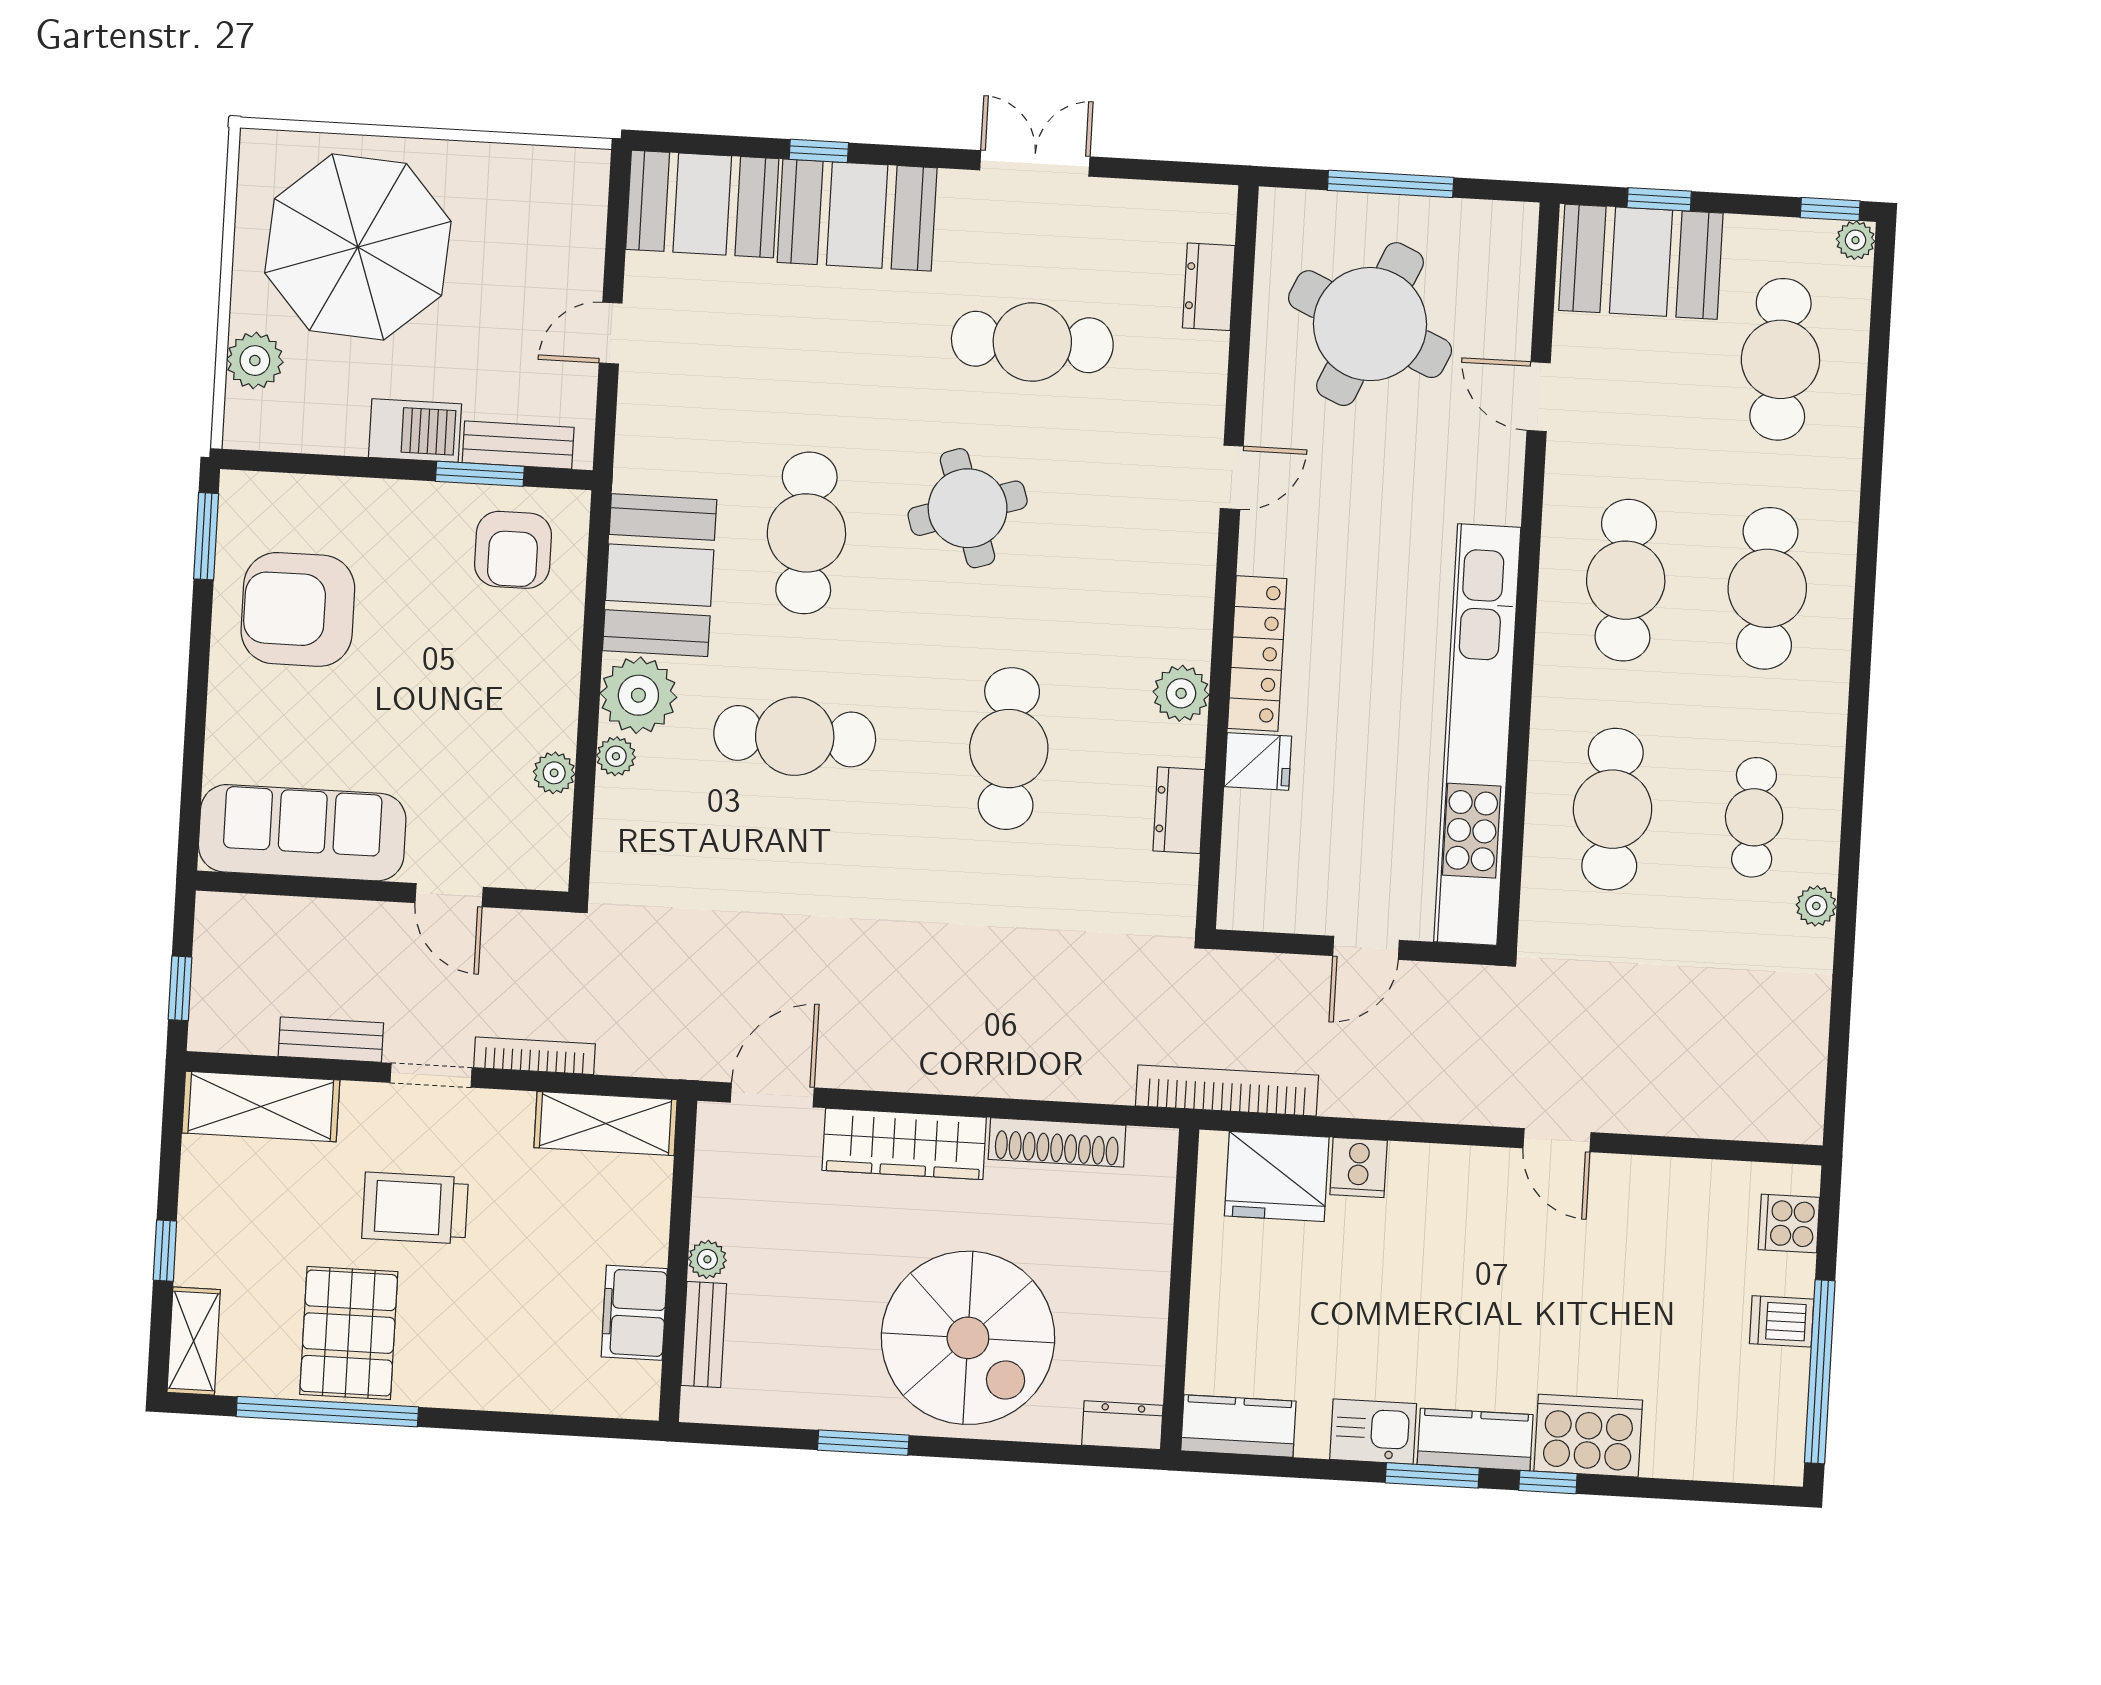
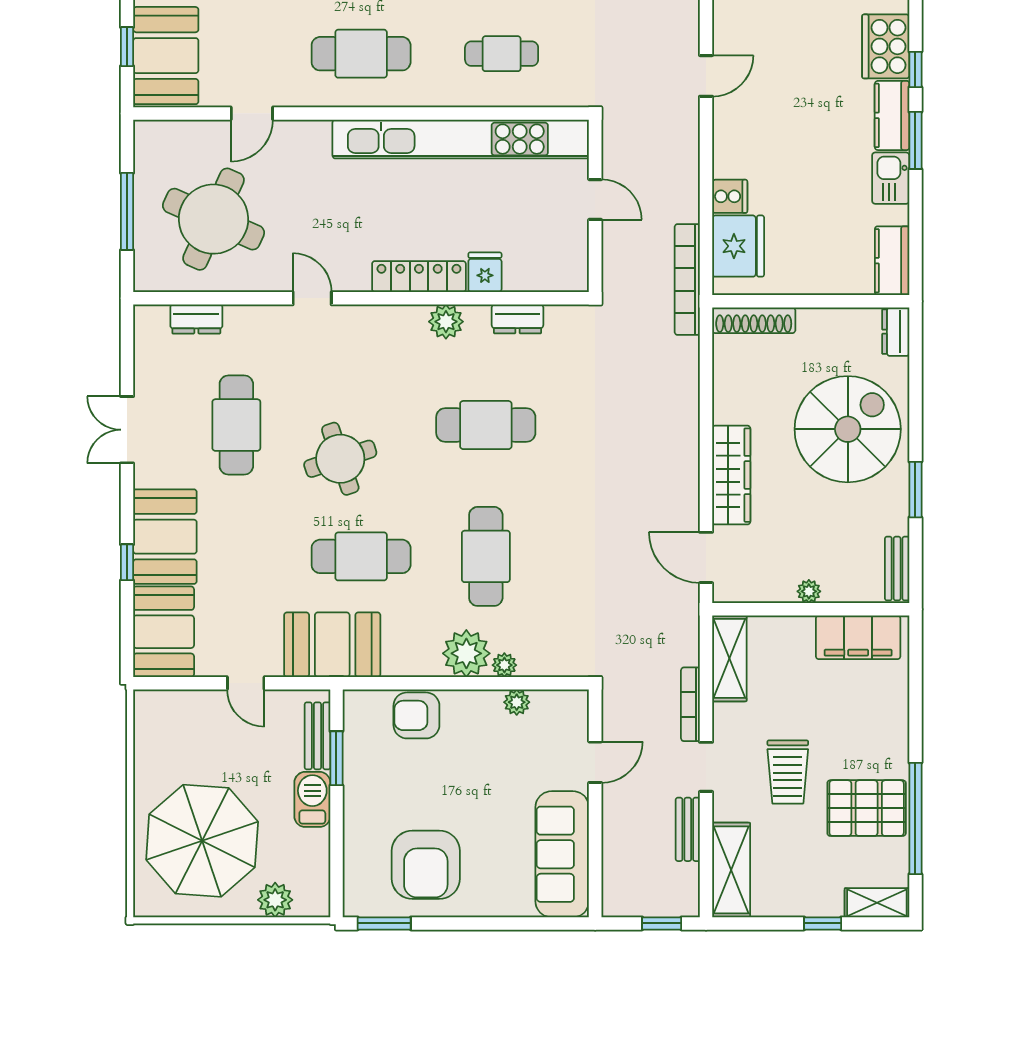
armchair: (513, 550) -> (416, 715), moved, turned 180
booth: (660, 575) -> (332, 645), moved
cafe table: (1613, 809) -> (502, 54), width x0.73, depth x0.74
shoe rack: (1057, 1142) -> (754, 320), moved, turned 90
filing cabinet: (634, 1313) -> (858, 637), width x1.50, depth x1.17
bench: (704, 1335) -> (897, 569), moved, turned 90

